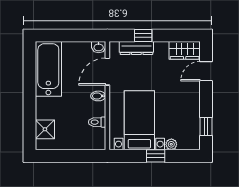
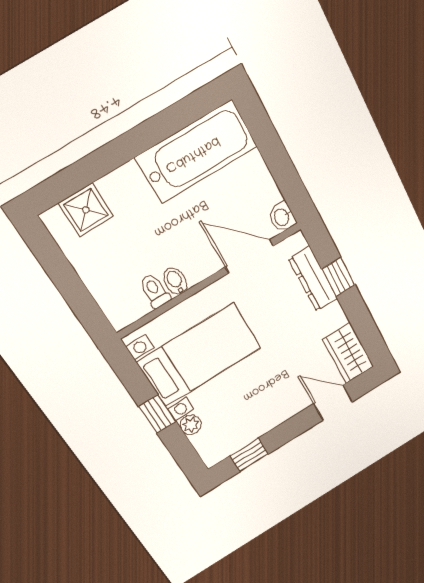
bidet: (98, 96) -> (175, 281), moved

